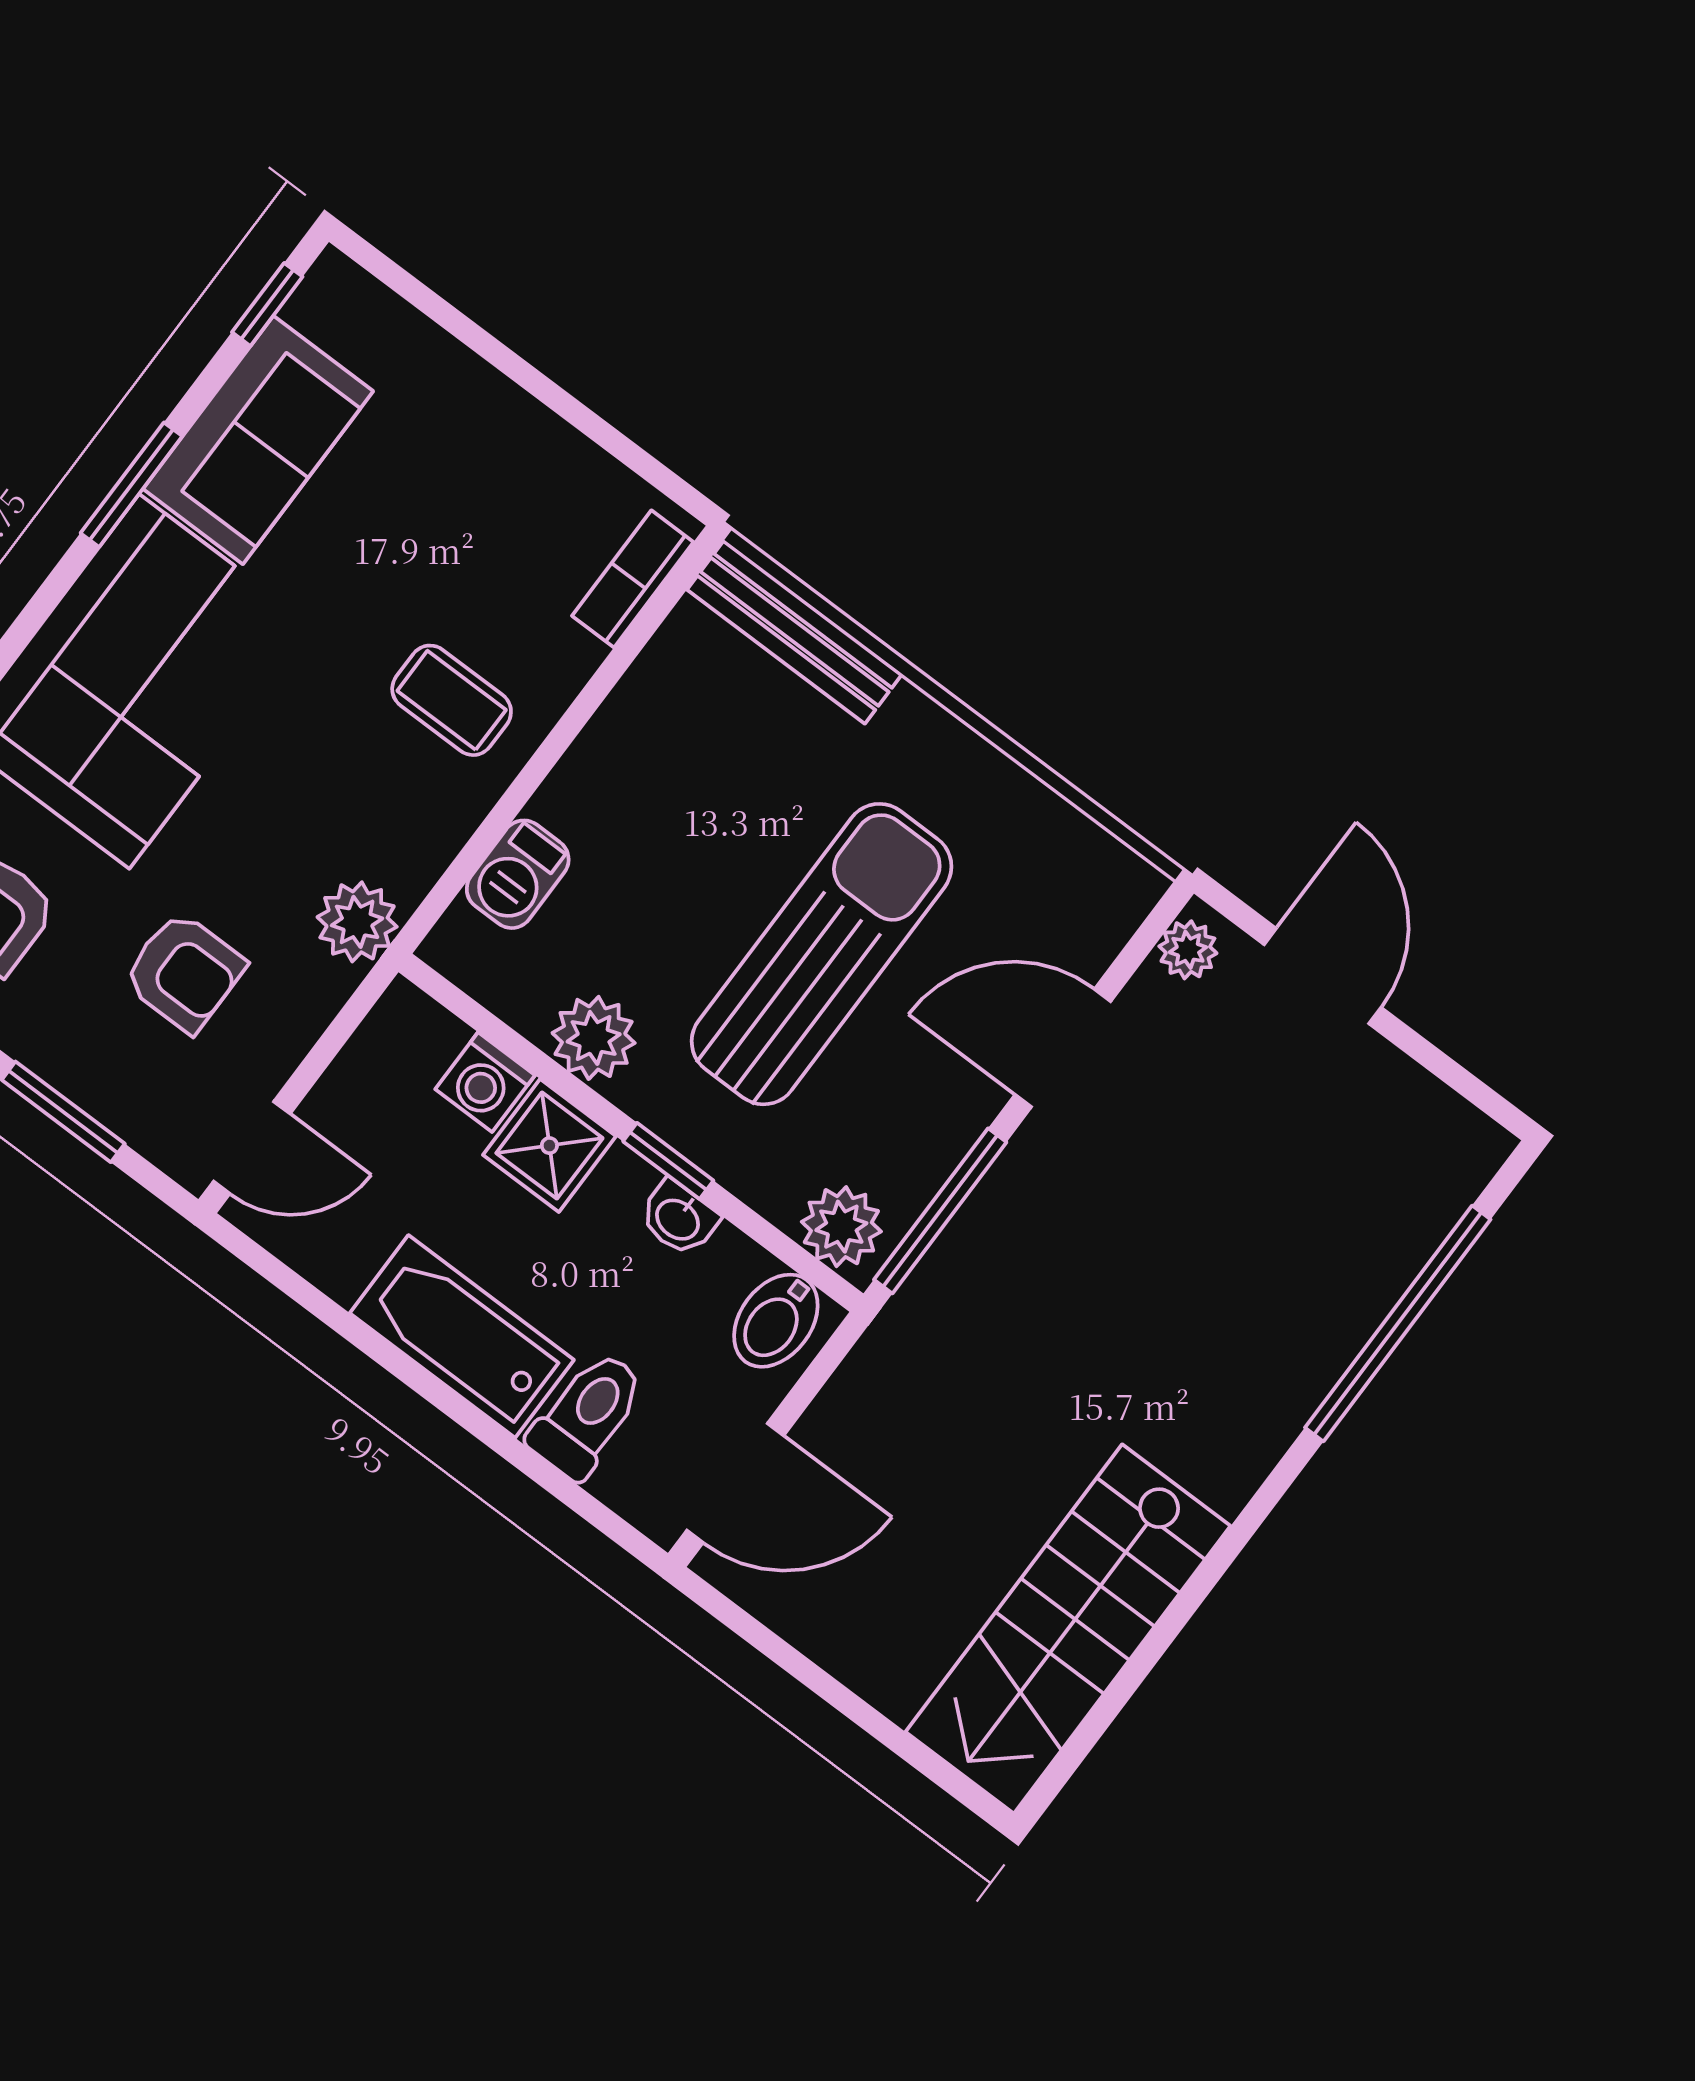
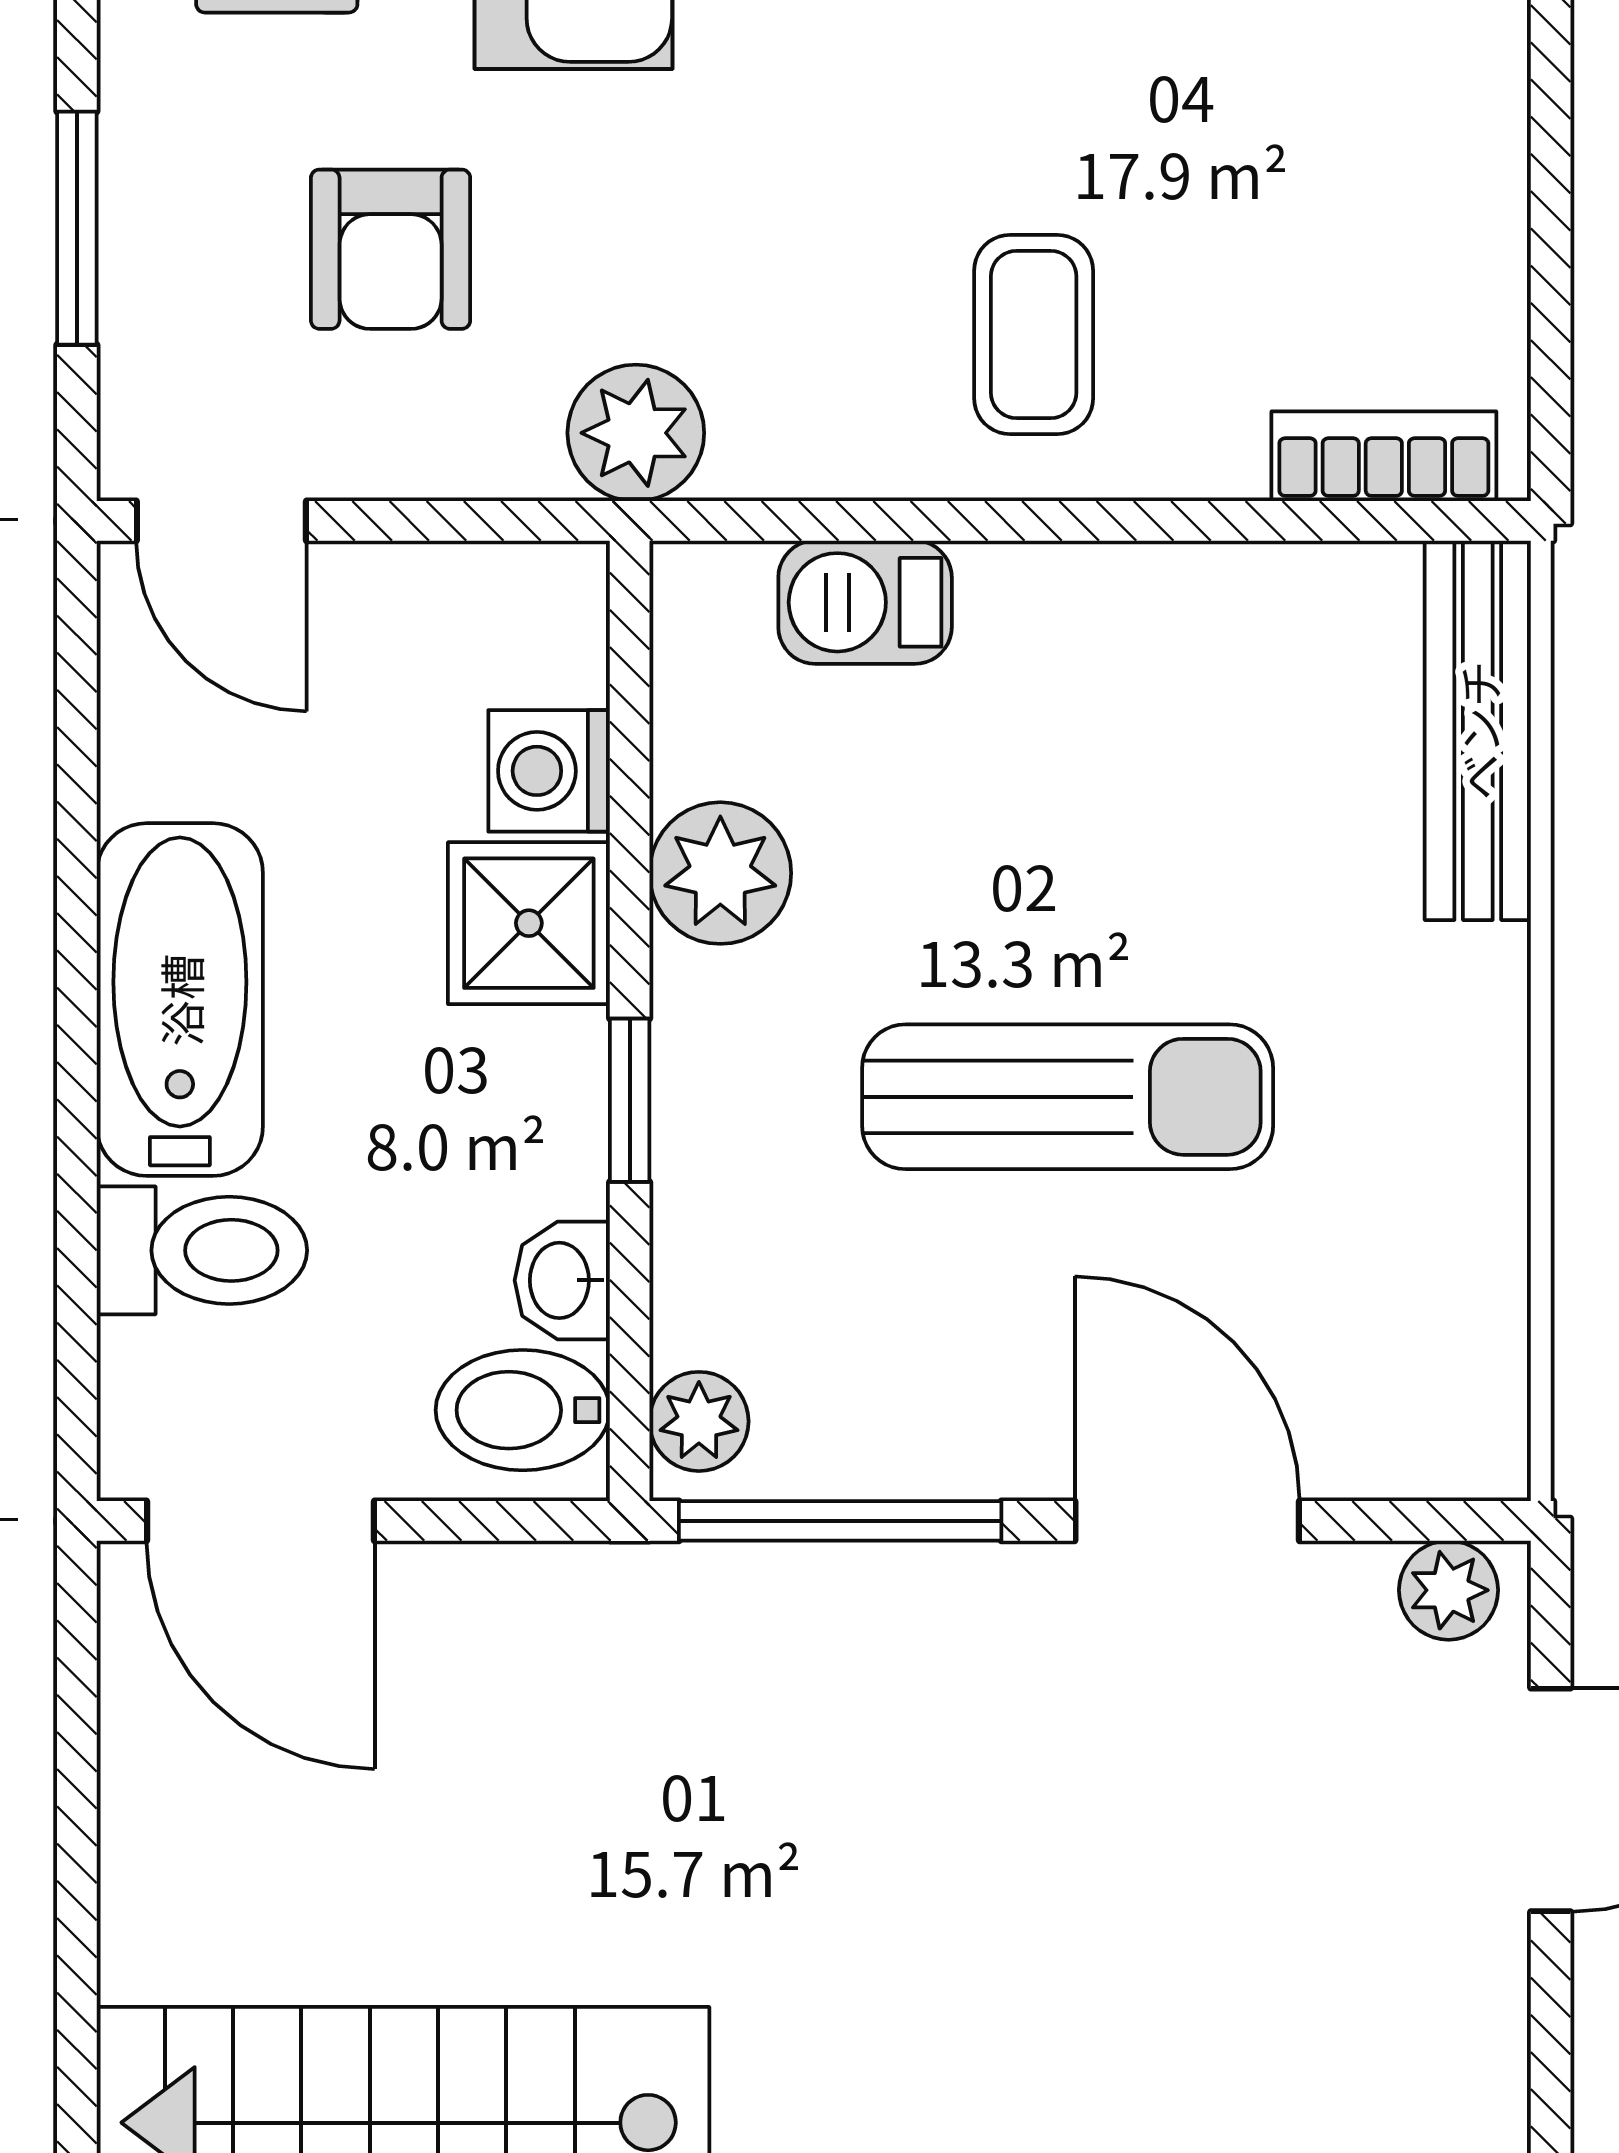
sun lounger: (822, 954) -> (1068, 1097), width x0.73, depth x0.75
washbasin: (679, 1218) -> (562, 1280), moved
plant: (841, 1227) -> (699, 1421), width x0.73, depth x0.73

